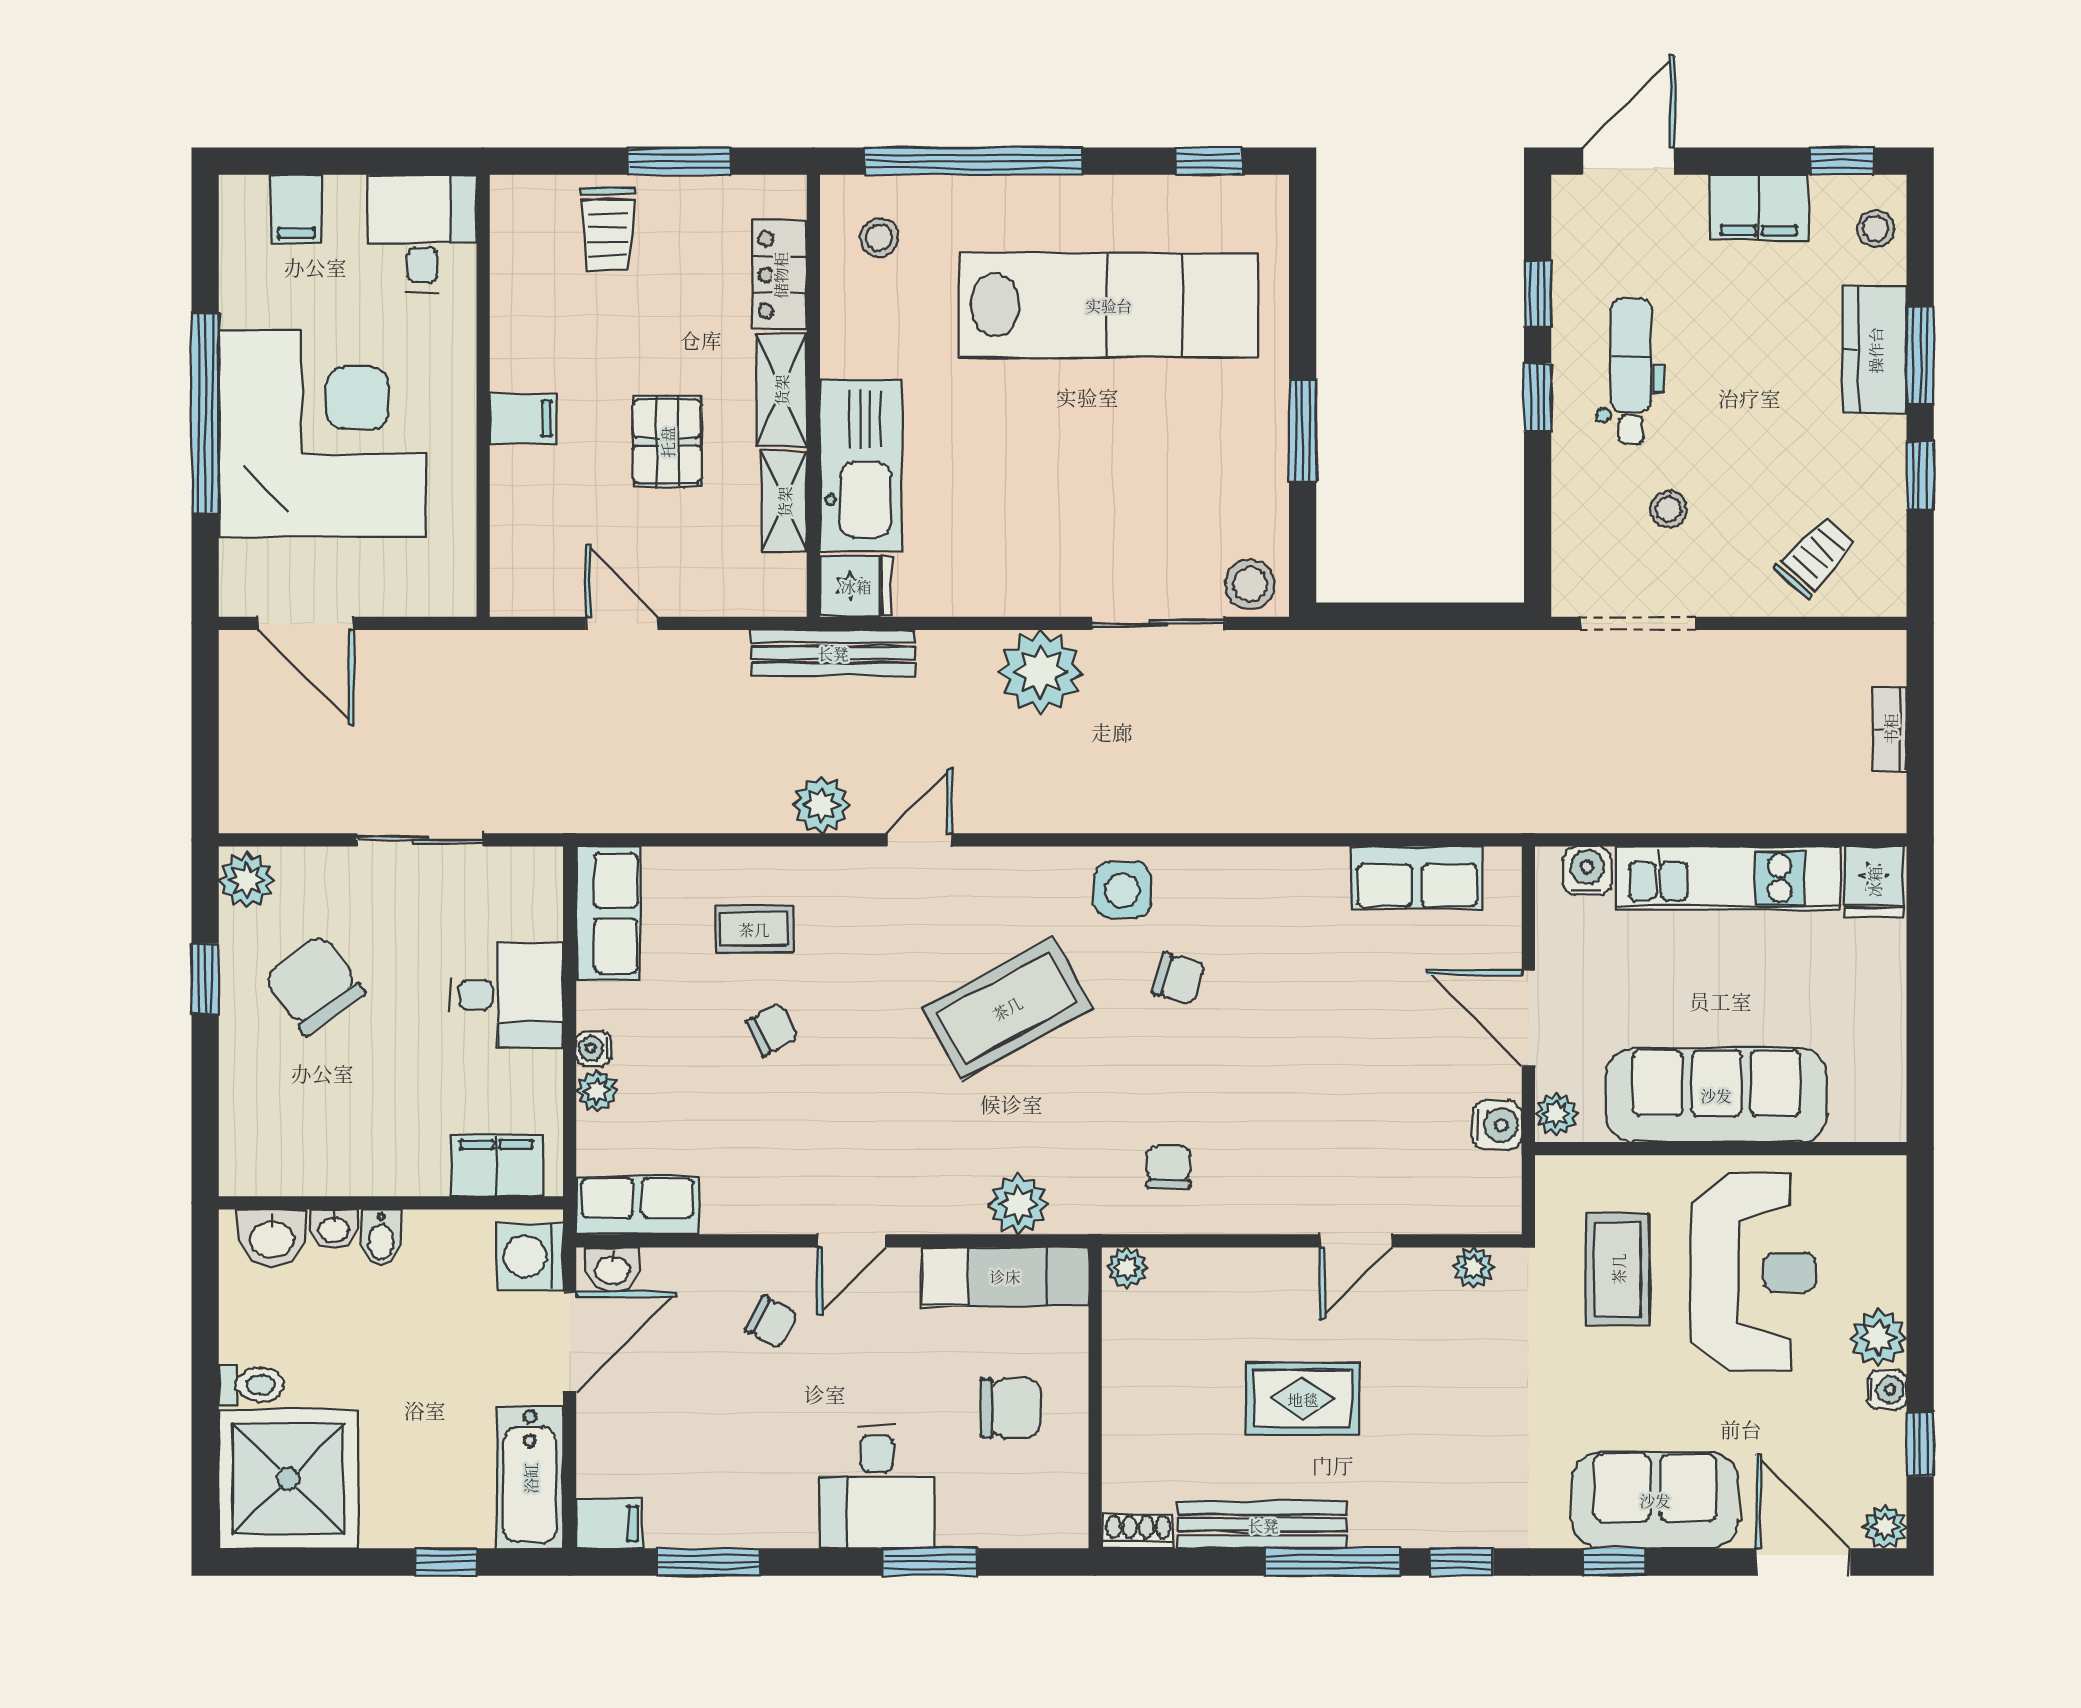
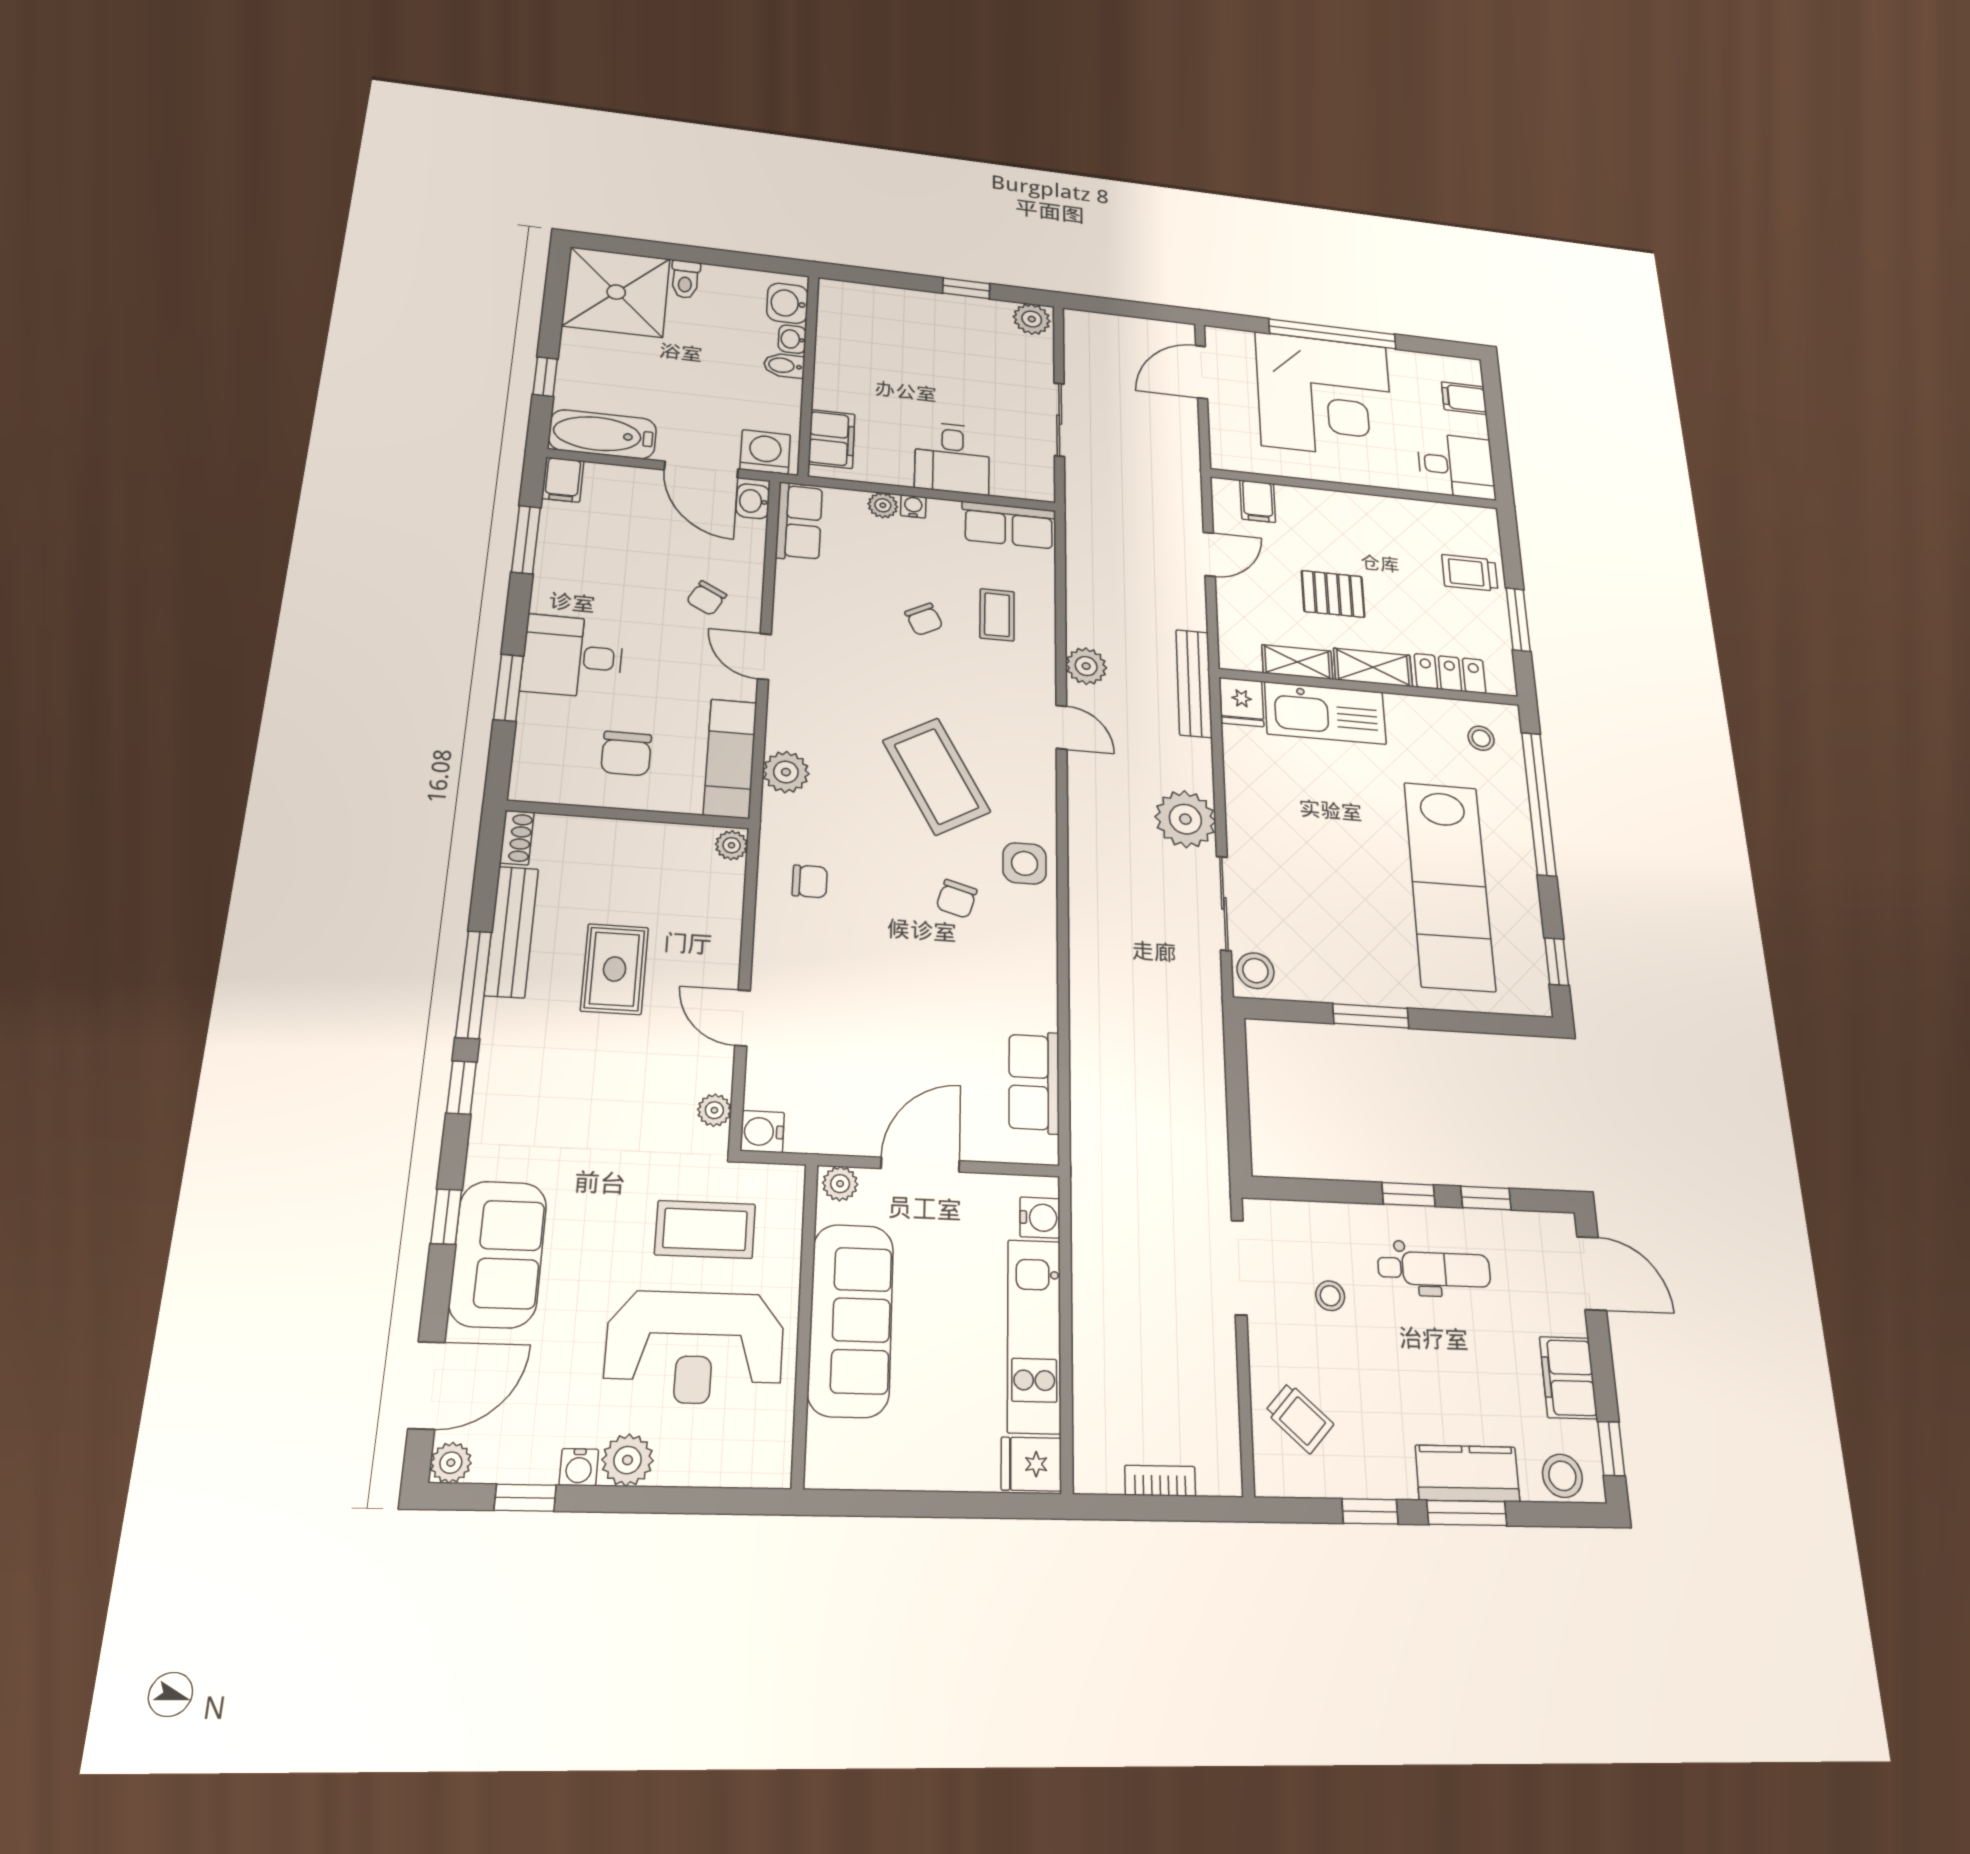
stool: (1875, 229) -> (1562, 1476), width x1.37, depth x1.37
filing cabinet: (523, 419) -> (1258, 501), moved
chair: (314, 985) -> (961, 348), removed
water cooler: (1497, 1125) -> (762, 1132), moved, turned 90

